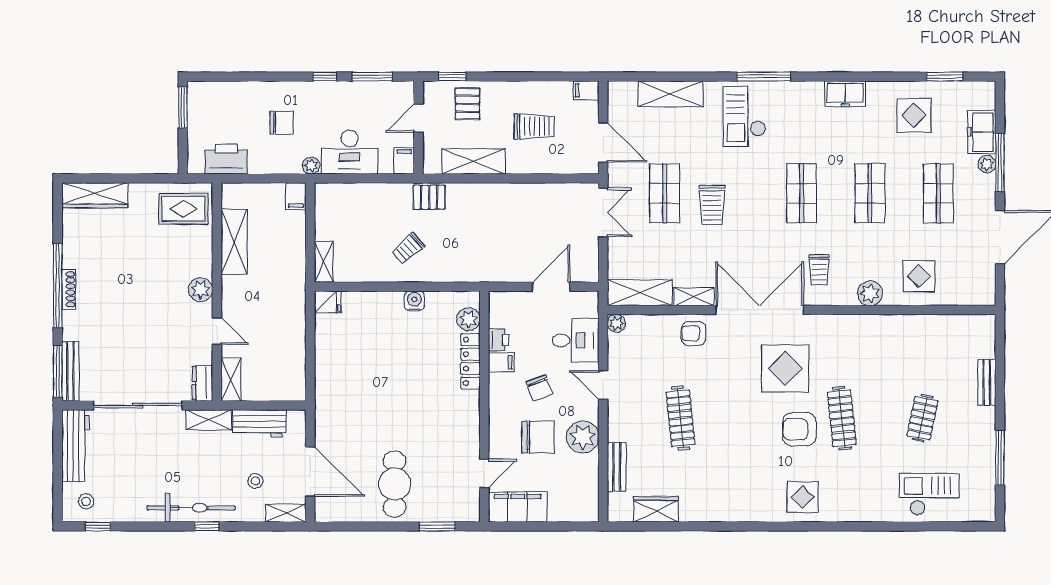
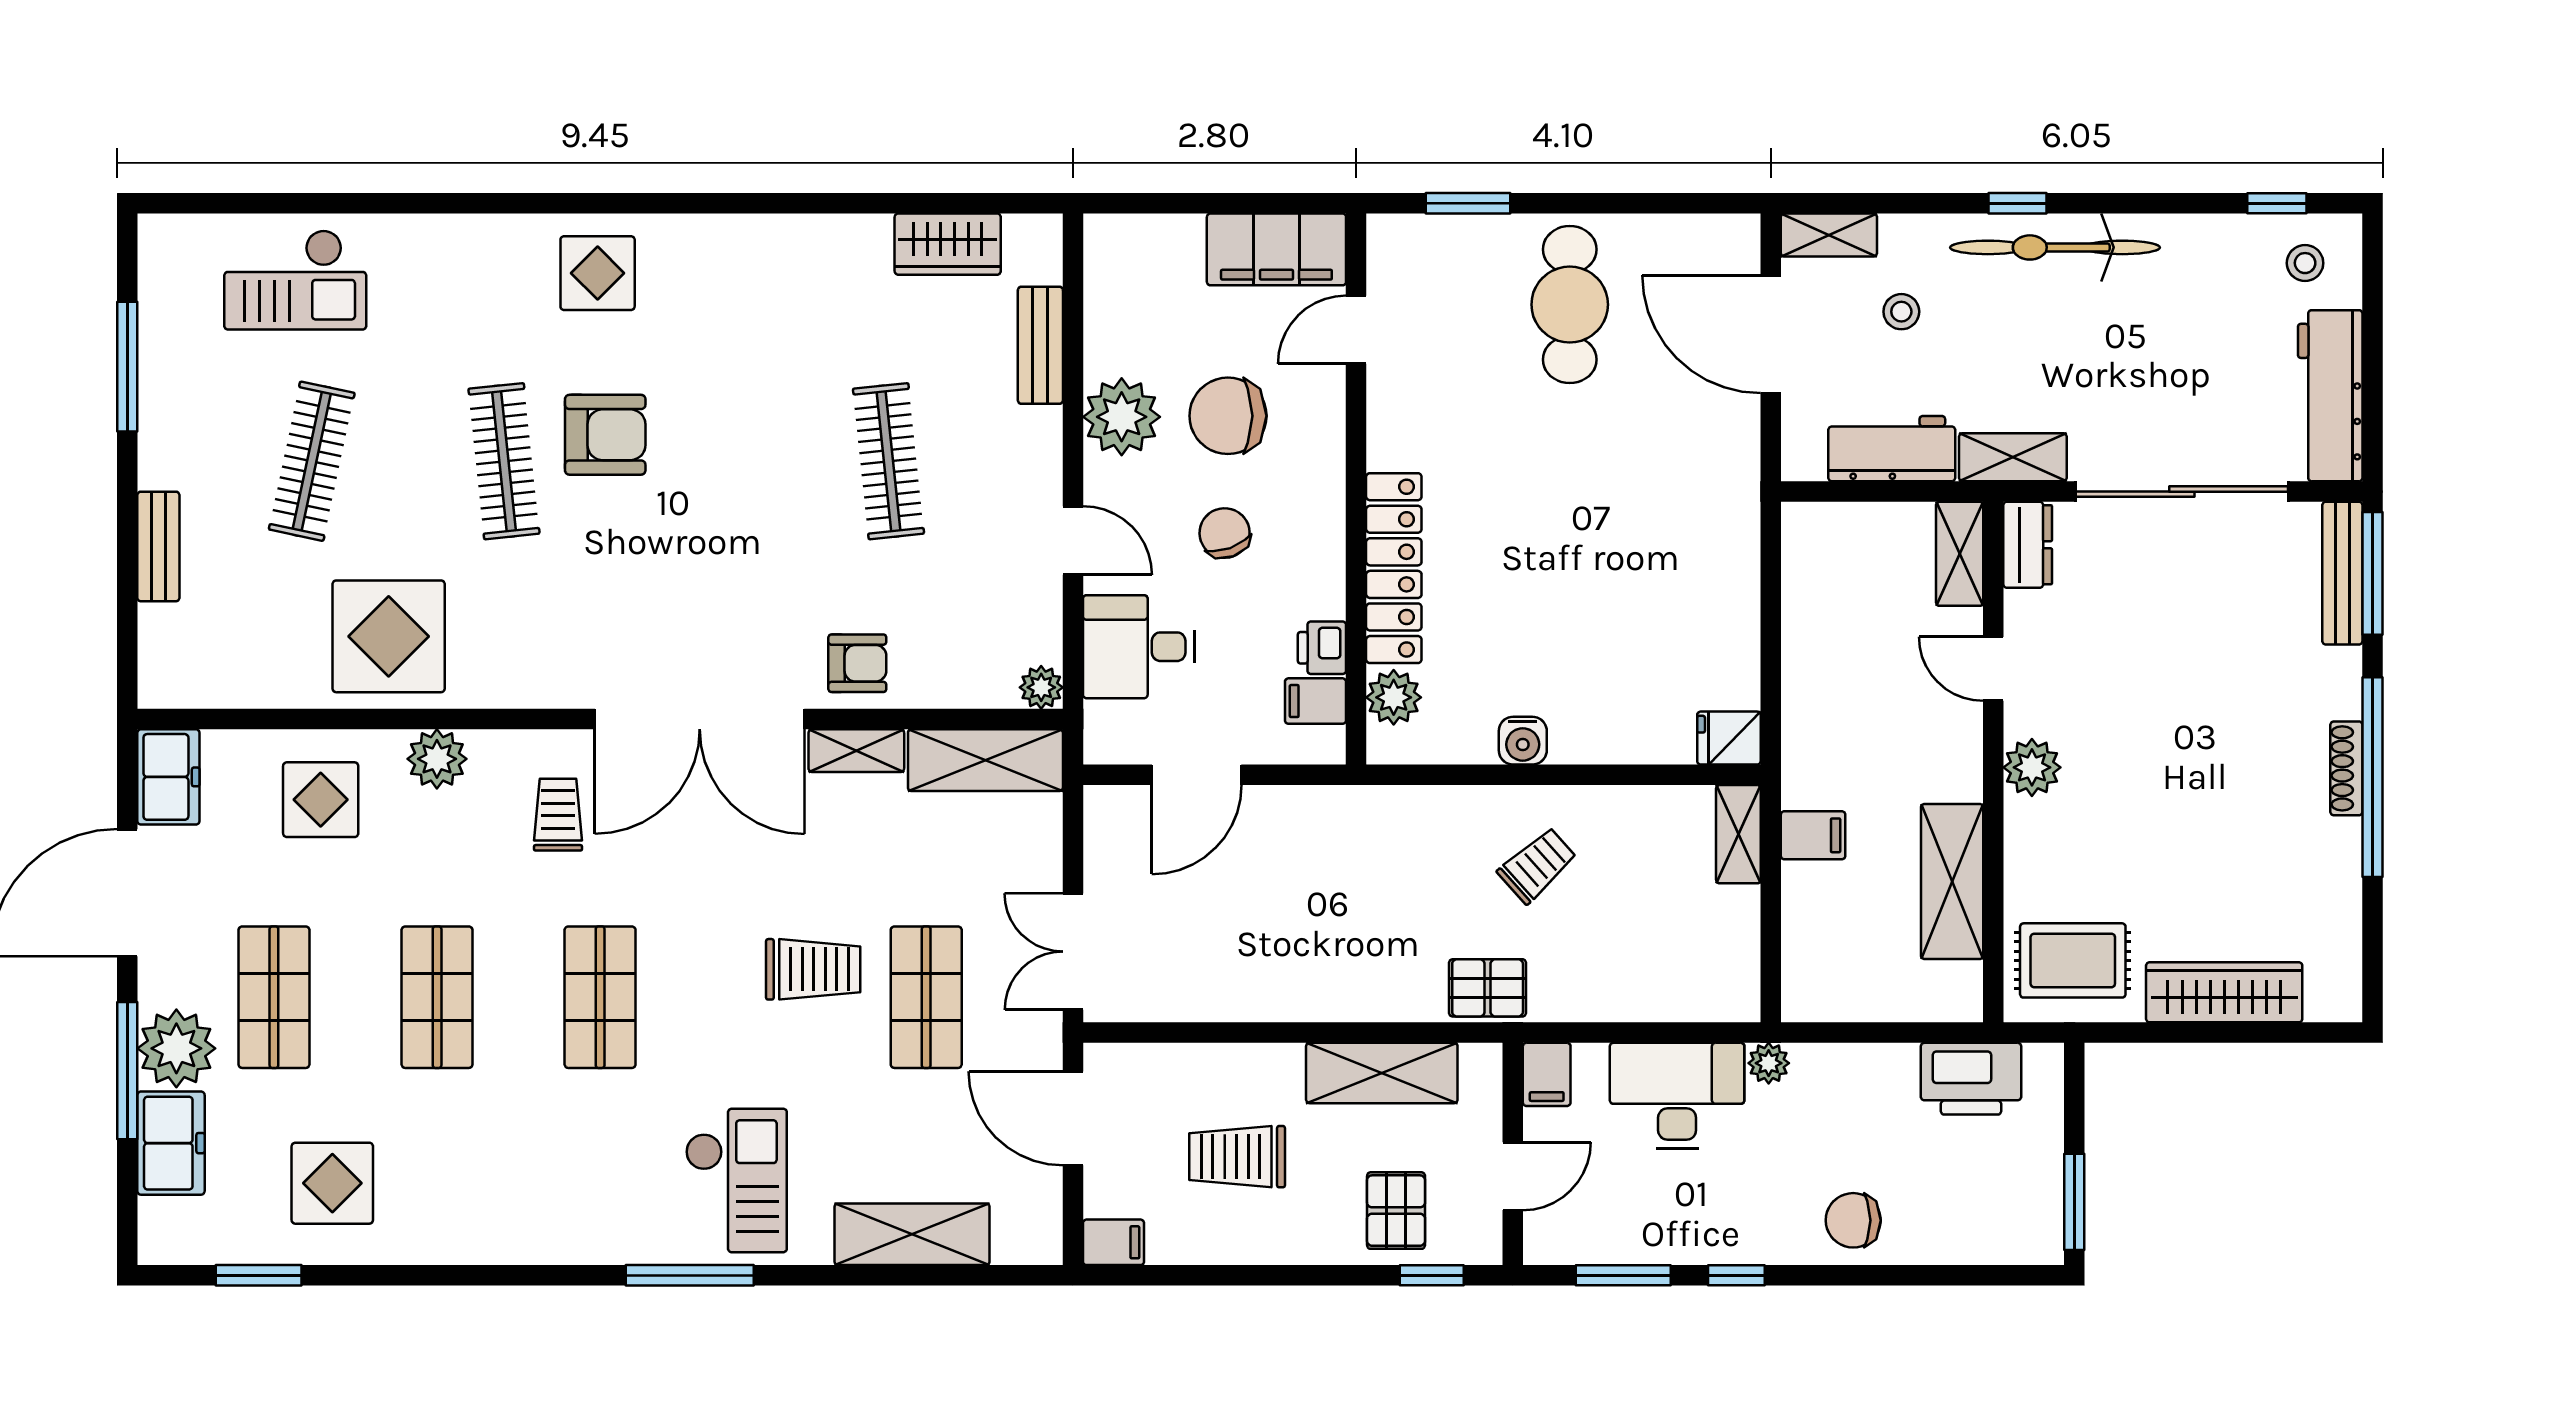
freezer: (845, 94) -> (168, 777), moved, turned 90
chair: (282, 123) -> (1853, 1220), moved
plant: (987, 164) -> (176, 1048), width x1.87, depth x1.87
wardrobe: (95, 195) -> (2224, 992), moved
filing cabinet: (296, 196) -> (1813, 835), moved, turned 90
trolley: (712, 205) -> (813, 969), turned 90
locker: (470, 361) -> (1394, 568), width x1.41, depth x1.21
filing cabinet: (501, 362) -> (1316, 701), moved
display table: (785, 368) -> (389, 636), moved
clothes rail: (923, 418) -> (312, 461), width x1.36

